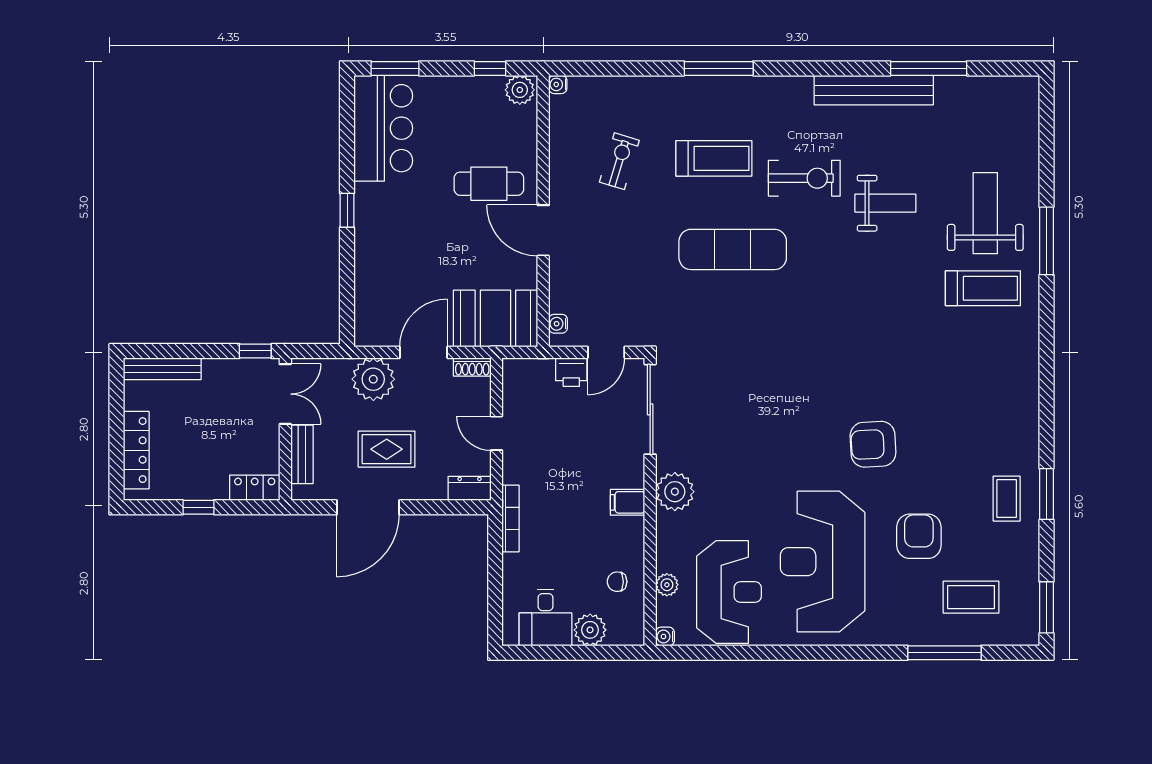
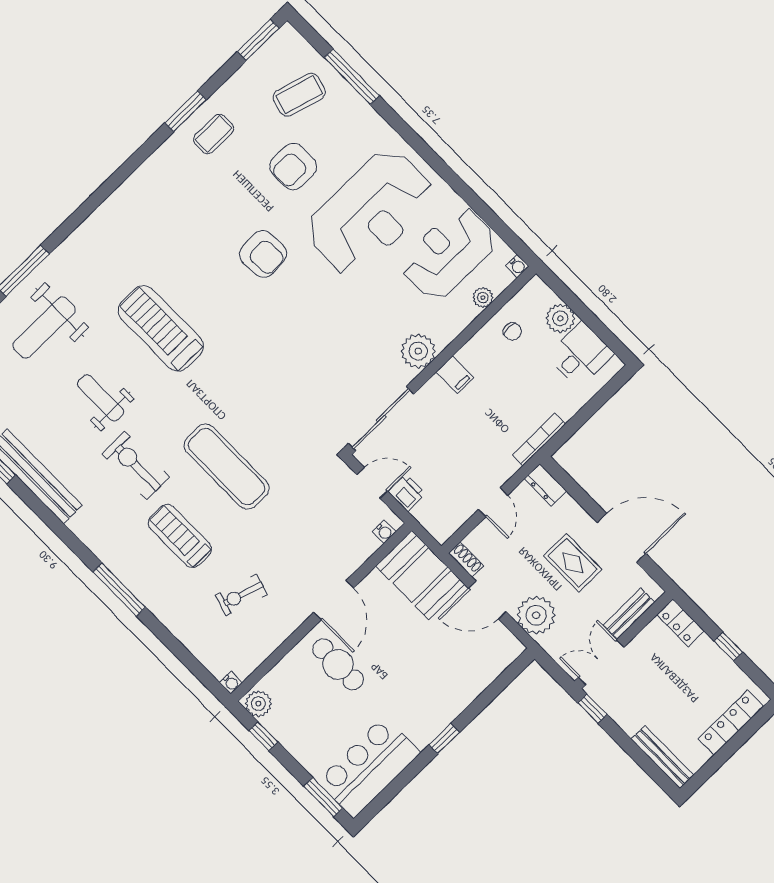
treadmill: (983, 288) -> (161, 328), moved, width x1.37, depth x1.38
coffee table: (971, 597) -> (299, 95), turned -74

